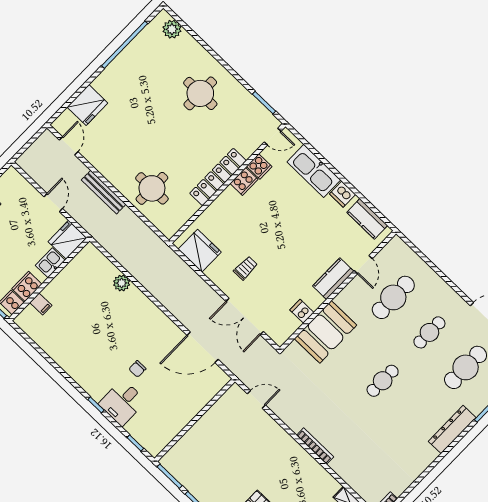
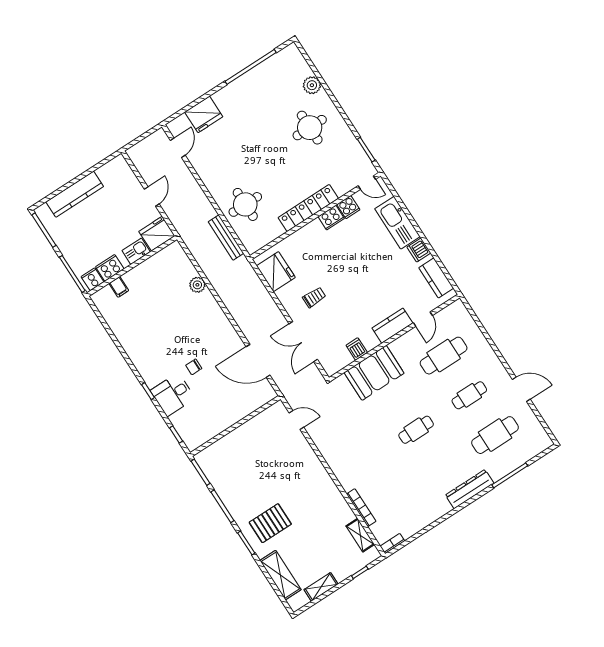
plant: (172, 29) -> (312, 85), moved
bench: (104, 192) -> (226, 238), moved
bookcase: (315, 446) -> (361, 508), moved

